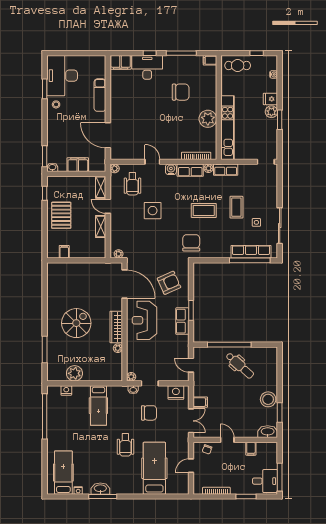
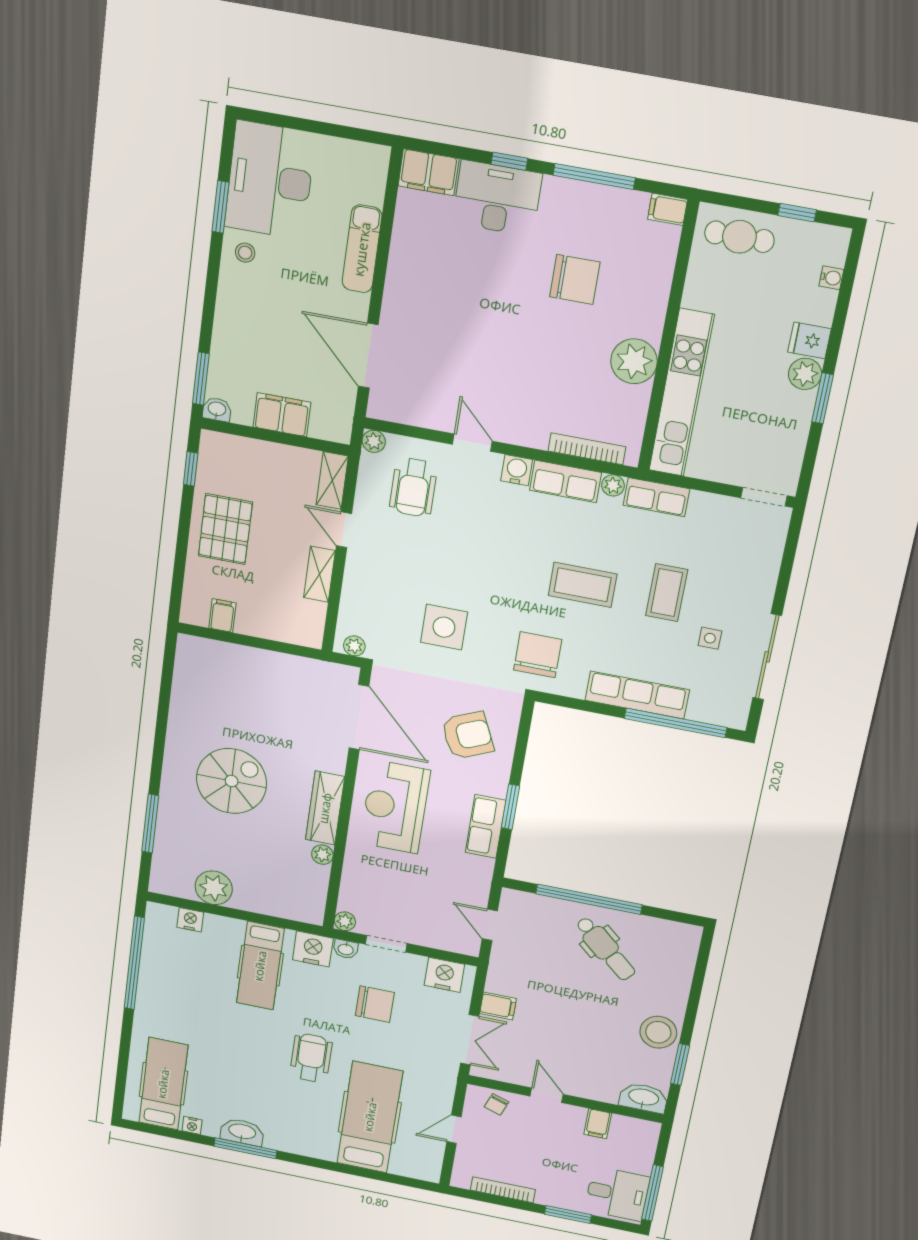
side table: (153, 211) -> (444, 627), moved
row of seats: (251, 252) -> (637, 695), moved
nightstand: (119, 393) -> (313, 949), added
wheelchair: (125, 445) -> (311, 1058), turned 180

